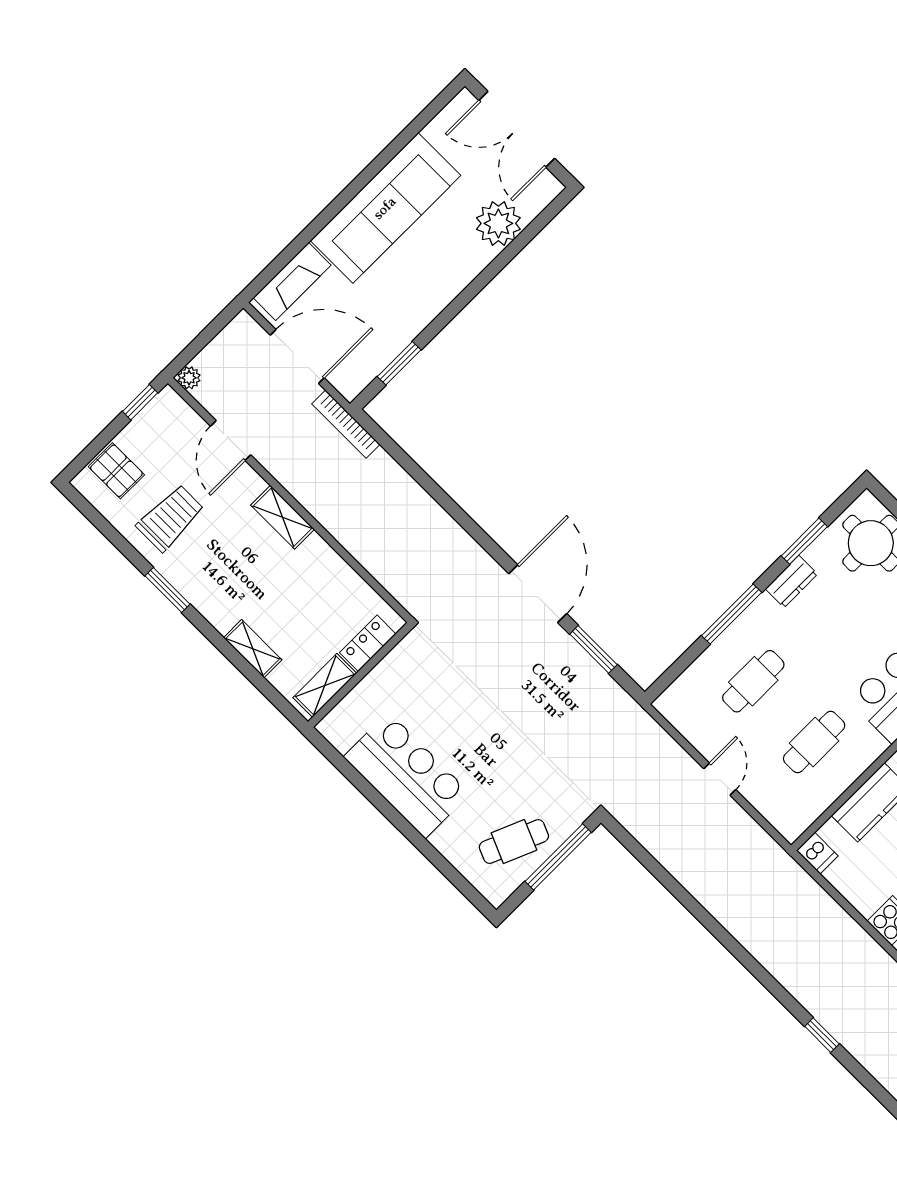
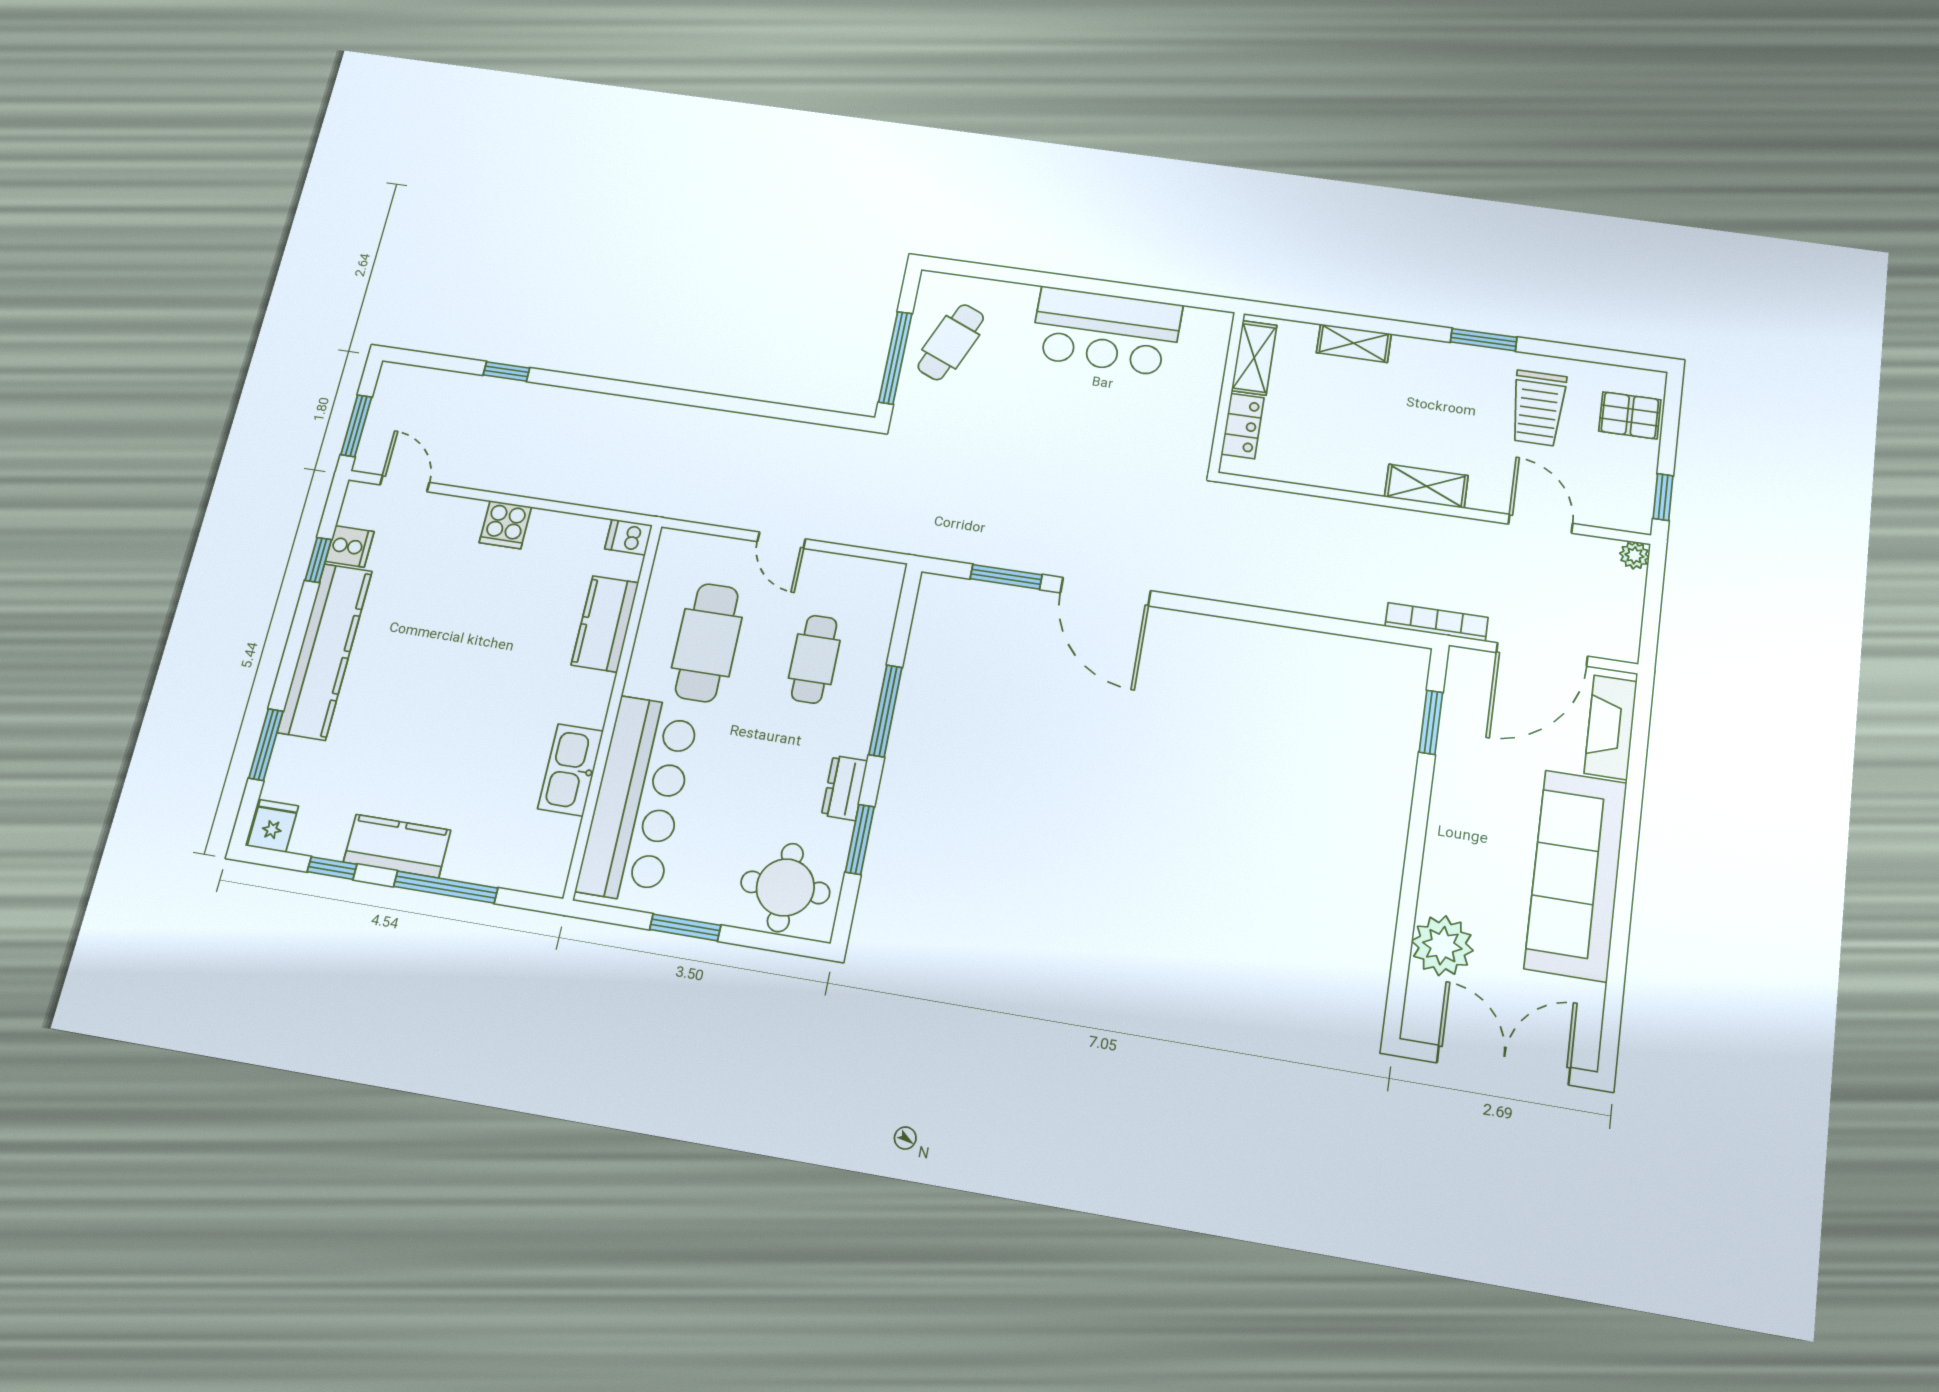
cafe table: (814, 742) -> (707, 643), width x1.37, depth x1.35

